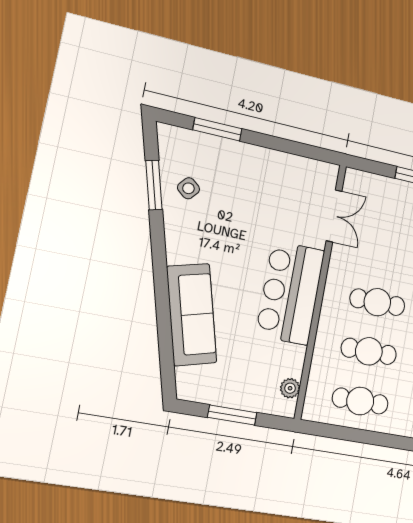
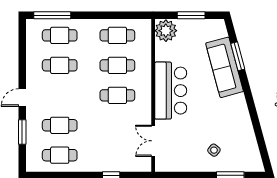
window: (154, 185) -> (238, 56), moved
side table: (188, 188) -> (214, 150), moved
plant: (290, 388) -> (166, 31), width x1.88, depth x1.88

